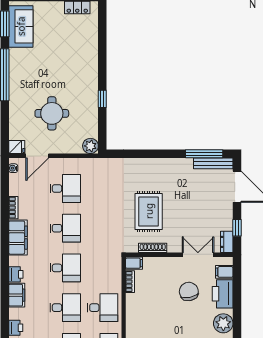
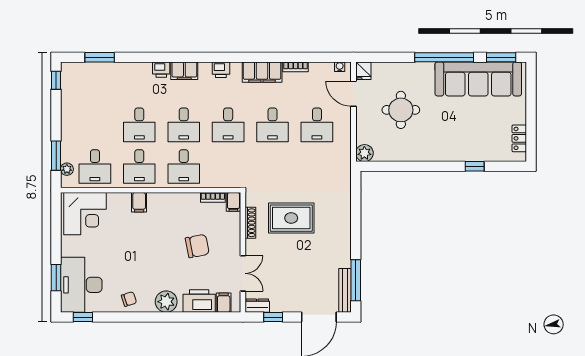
sofa: (21, 26) -> (478, 79), width x1.85, depth x1.27
window: (102, 99) -> (475, 166), moved
chair: (189, 291) -> (197, 246), moved
filing cabinet: (17, 295) -> (184, 71), moved

